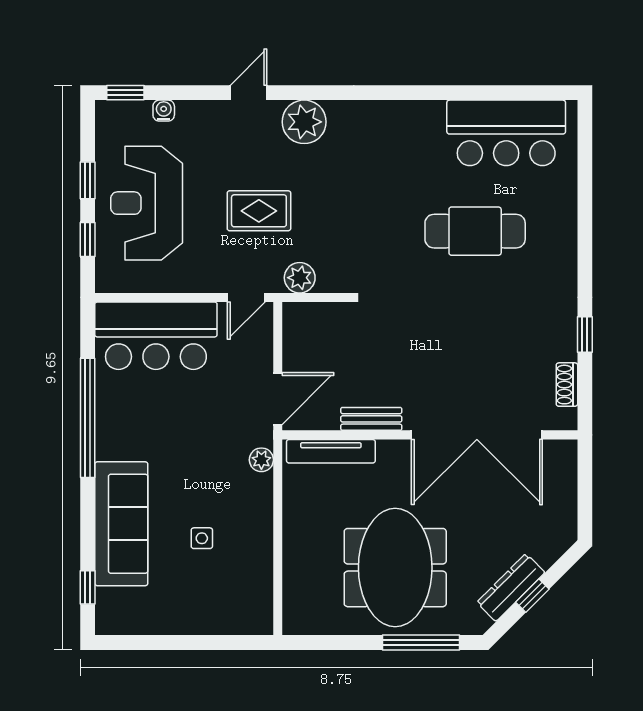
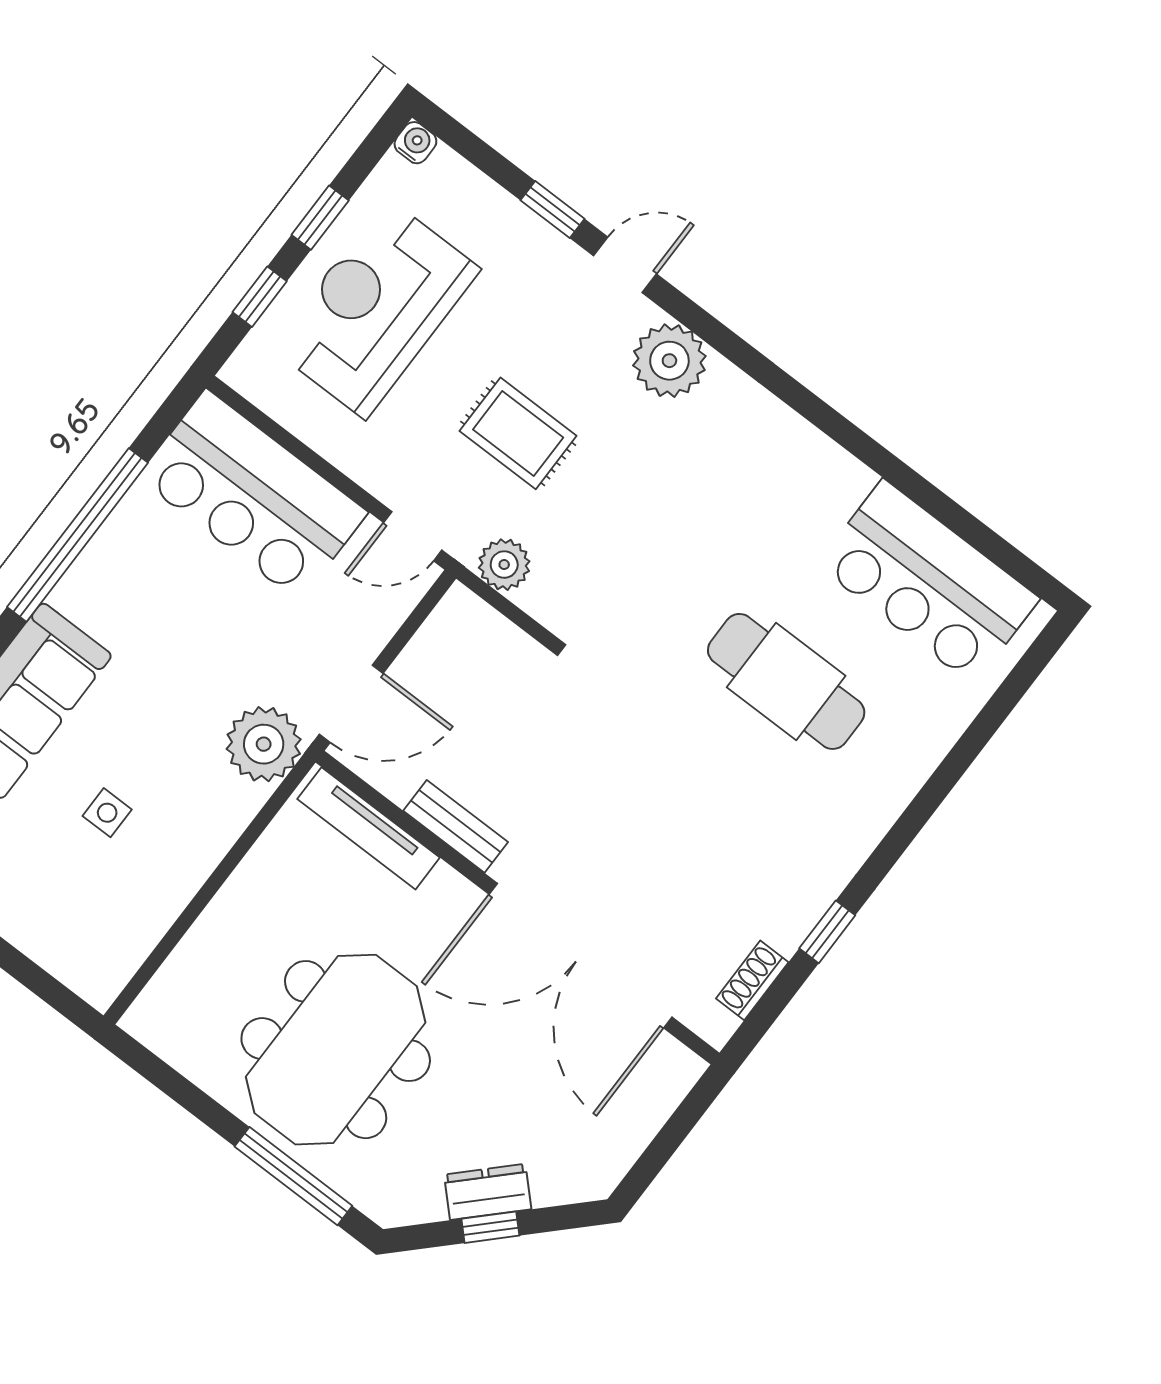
window: (125, 93) -> (553, 209), moved
water cooler: (164, 111) -> (415, 143), moved
plant: (261, 460) -> (264, 744), width x1.88, depth x1.88
dresser: (511, 587) -> (488, 1192), width x0.70

